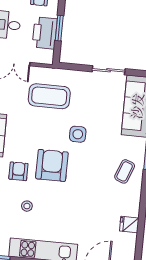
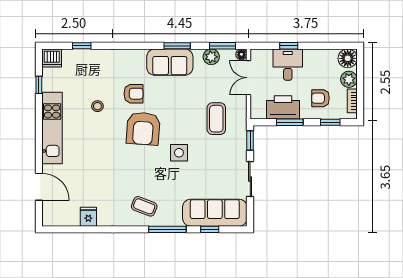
window: (73, 67) -> (250, 141), added
coffee table: (49, 96) -> (216, 119), width x0.73, depth x0.76
armchair: (52, 165) -> (143, 129), turned 94

